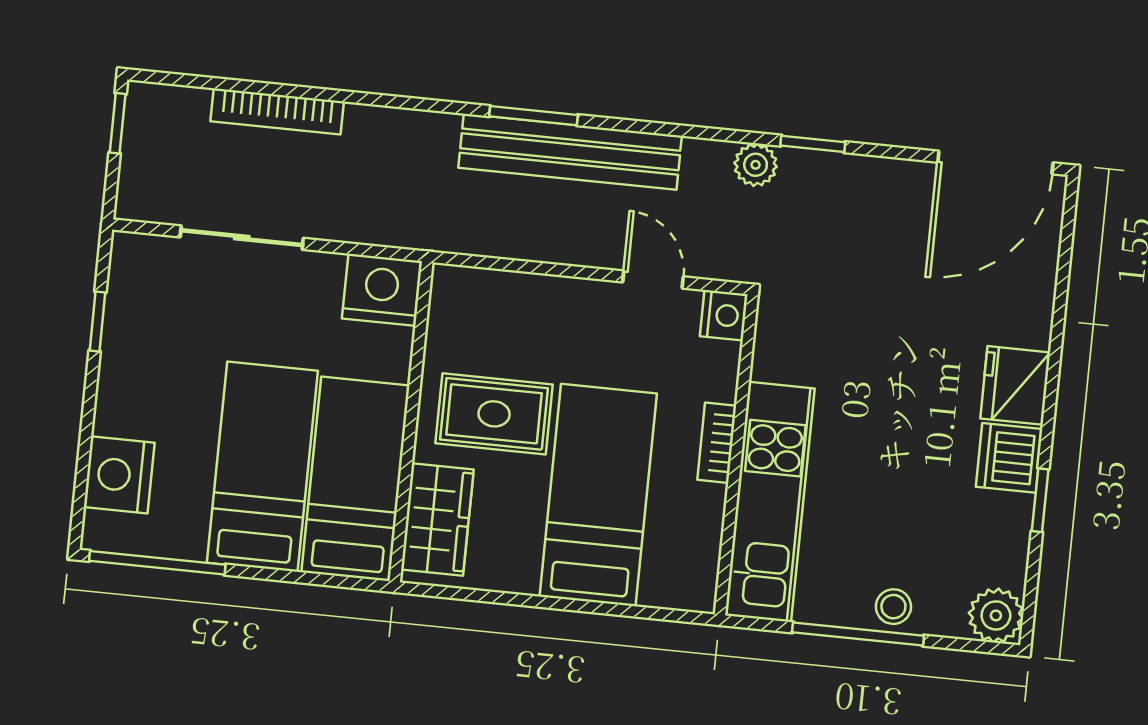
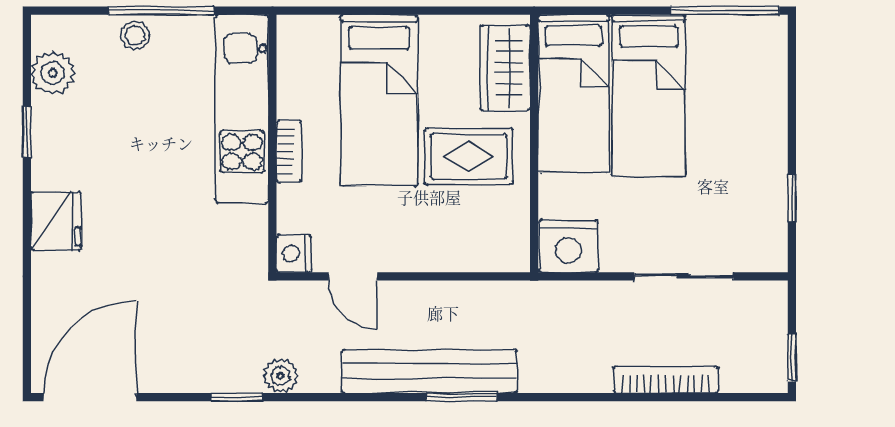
dishwasher: (1009, 458) -> (55, 163), removed
nightstand: (119, 475) -> (762, 78), removed
plant: (996, 615) -> (53, 73), moved

